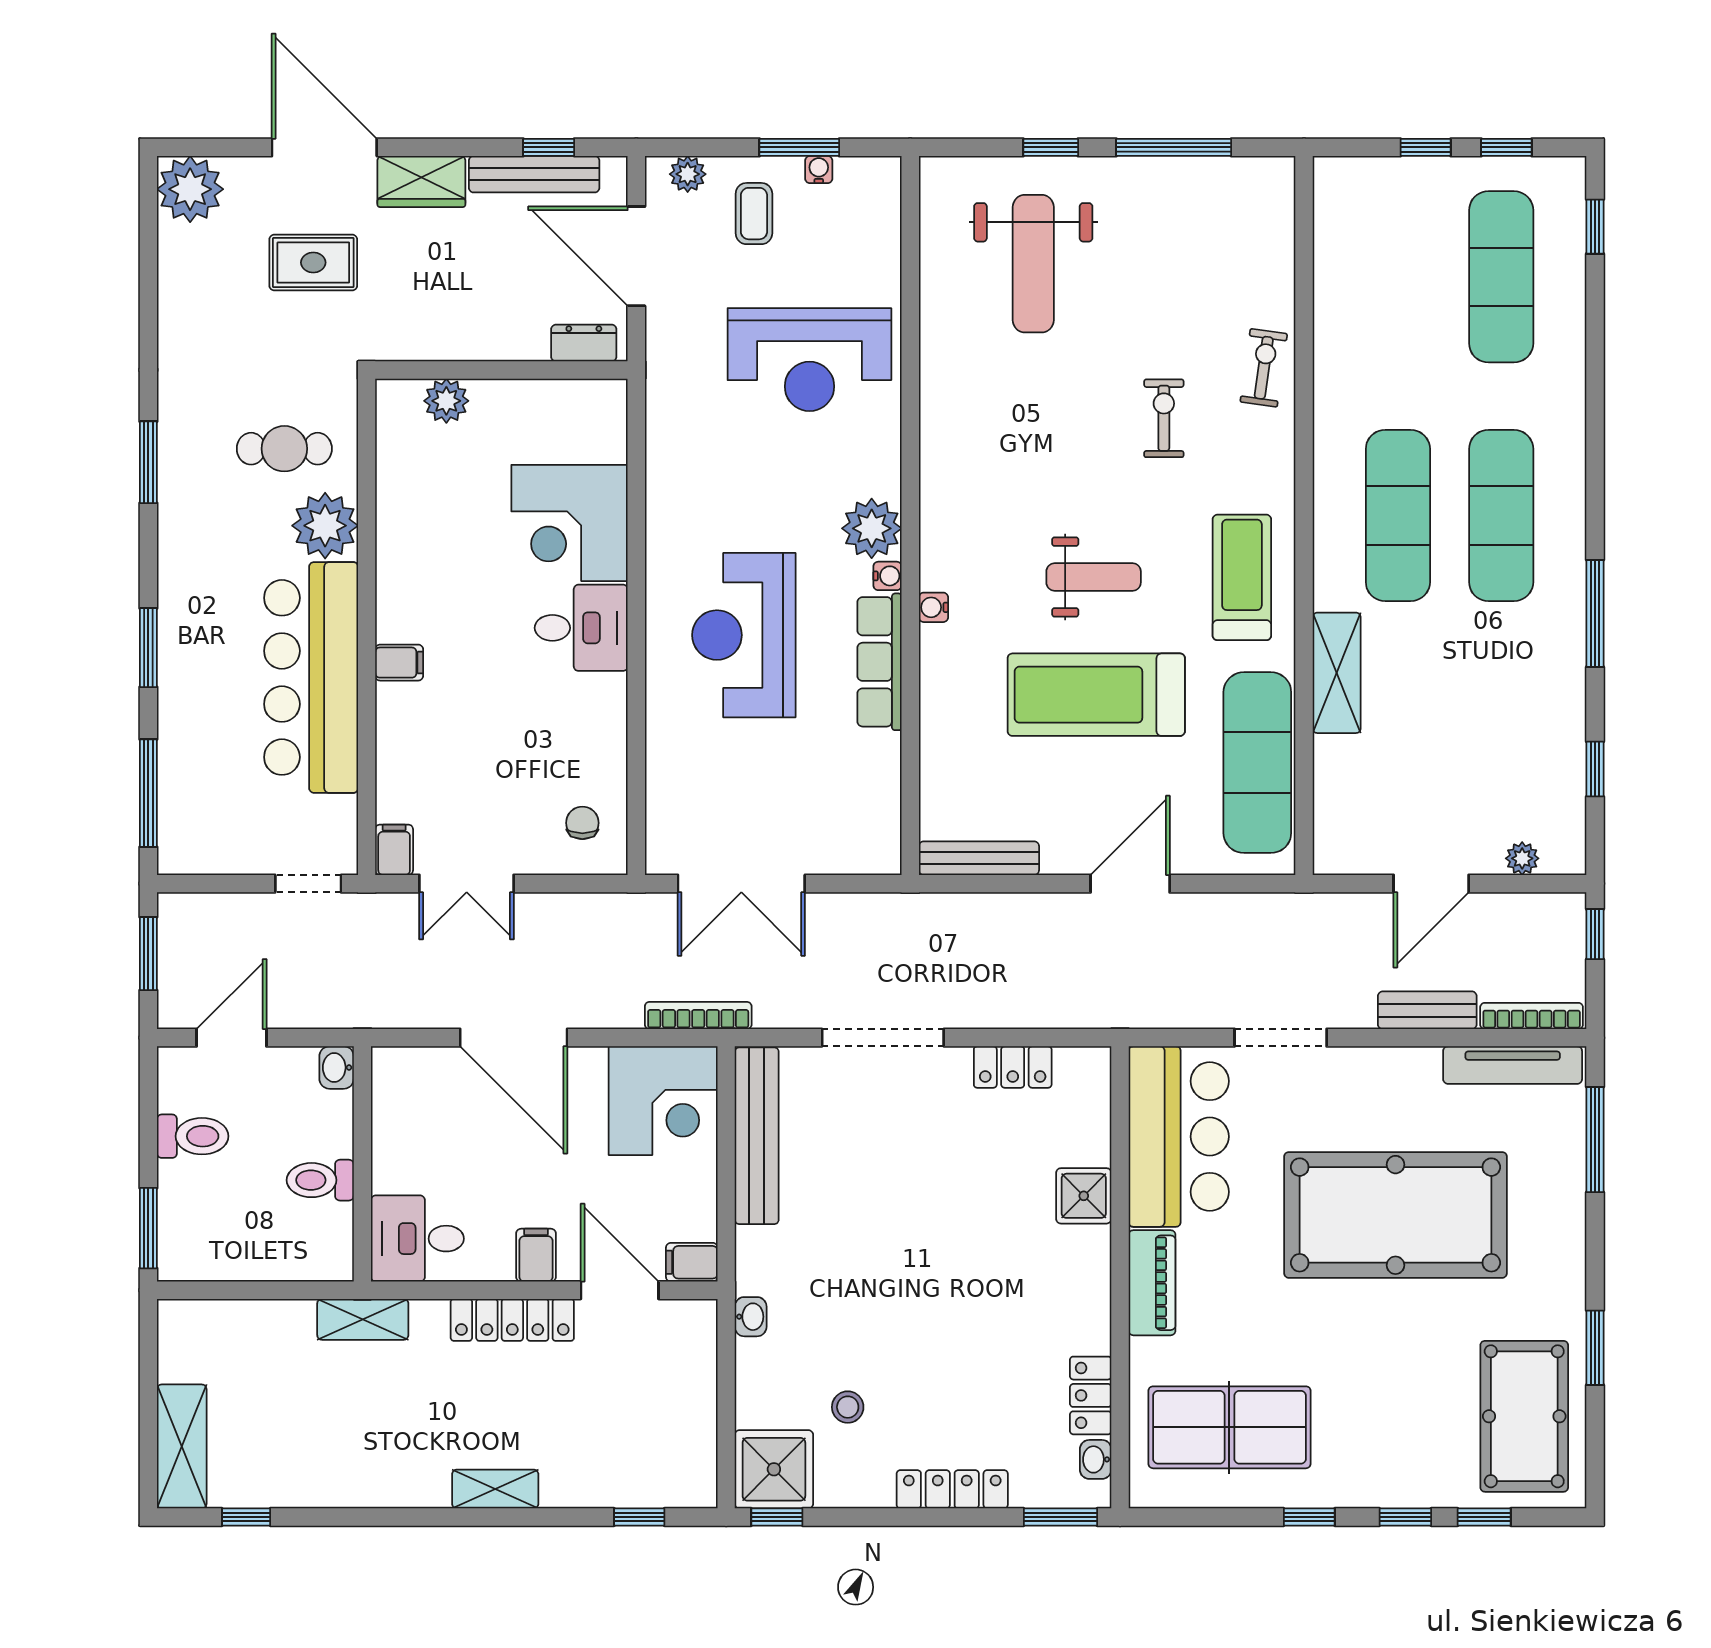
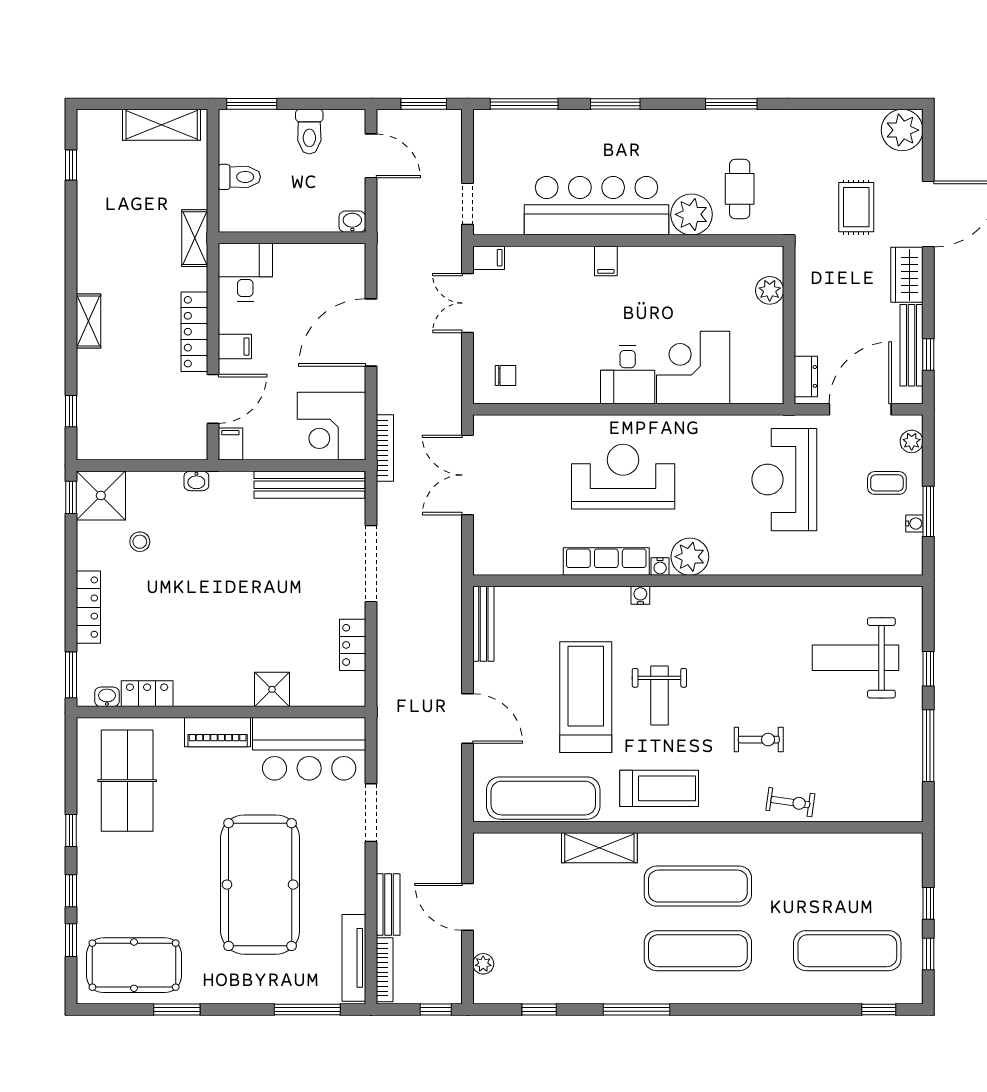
reception desk: (809, 360) -> (784, 480), moved
toilet: (320, 1180) -> (239, 177), moved, turned 90
shelving: (182, 1446) -> (162, 125), moved

